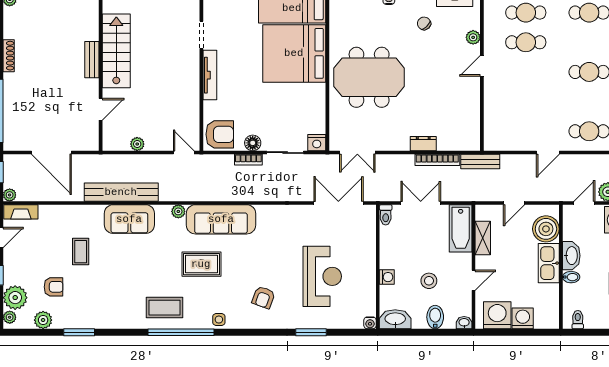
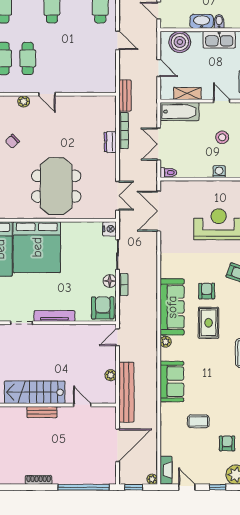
bench: (121, 192) -> (126, 392), moved
armchair: (240, 262) -> (207, 291), added
kitchen sink: (549, 263) -> (219, 40), moved

